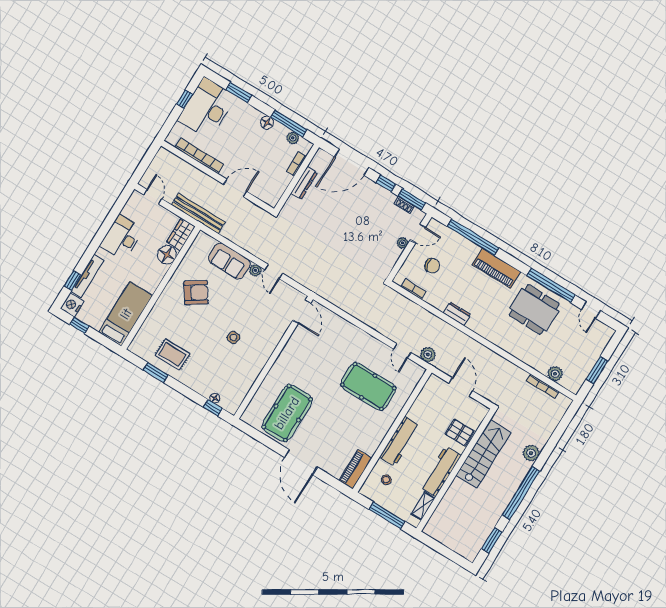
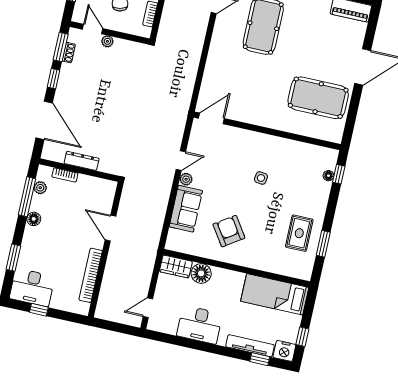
desk: (207, 108) -> (32, 287), width x0.73, depth x0.77
bench: (198, 214) -> (149, 256), removed

